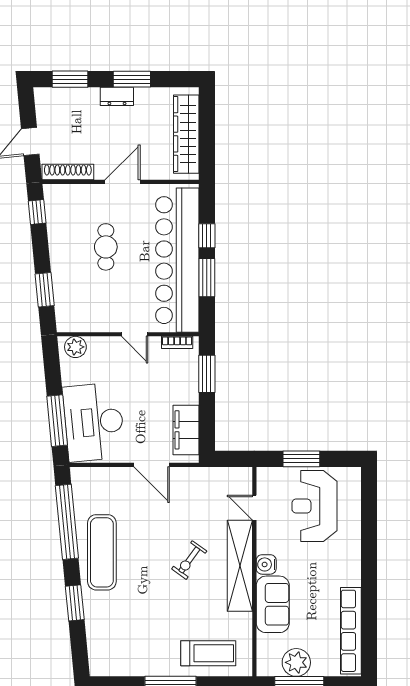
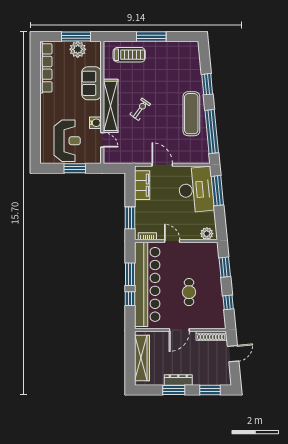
dresser: (117, 96) -> (178, 380), width x1.44
window: (37, 212) -> (228, 302), moved
water cooler: (266, 564) -> (95, 123), moved
treadmill: (208, 653) -> (129, 55), turned 180

